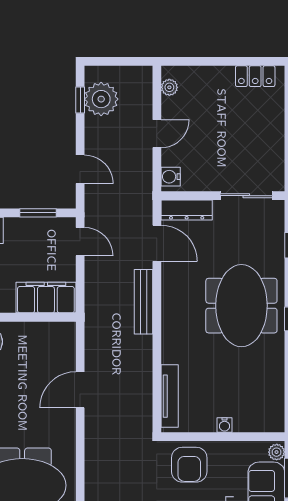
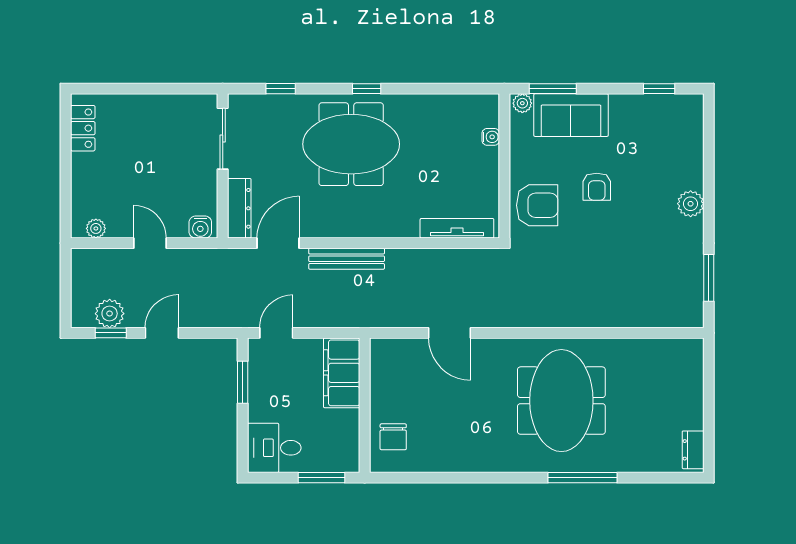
plant: (101, 99) -> (110, 314), width x0.73, depth x0.73
door: (80, 169) -> (162, 333), moved
water cooler: (225, 425) -> (491, 137), moved

